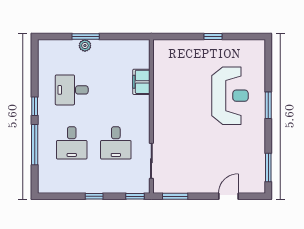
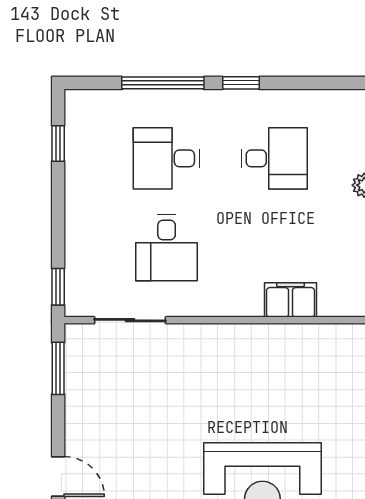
desk: (72, 90) -> (274, 158), turned 90
desk: (116, 143) -> (167, 248), turned -90
window: (94, 196) -> (58, 143), moved

